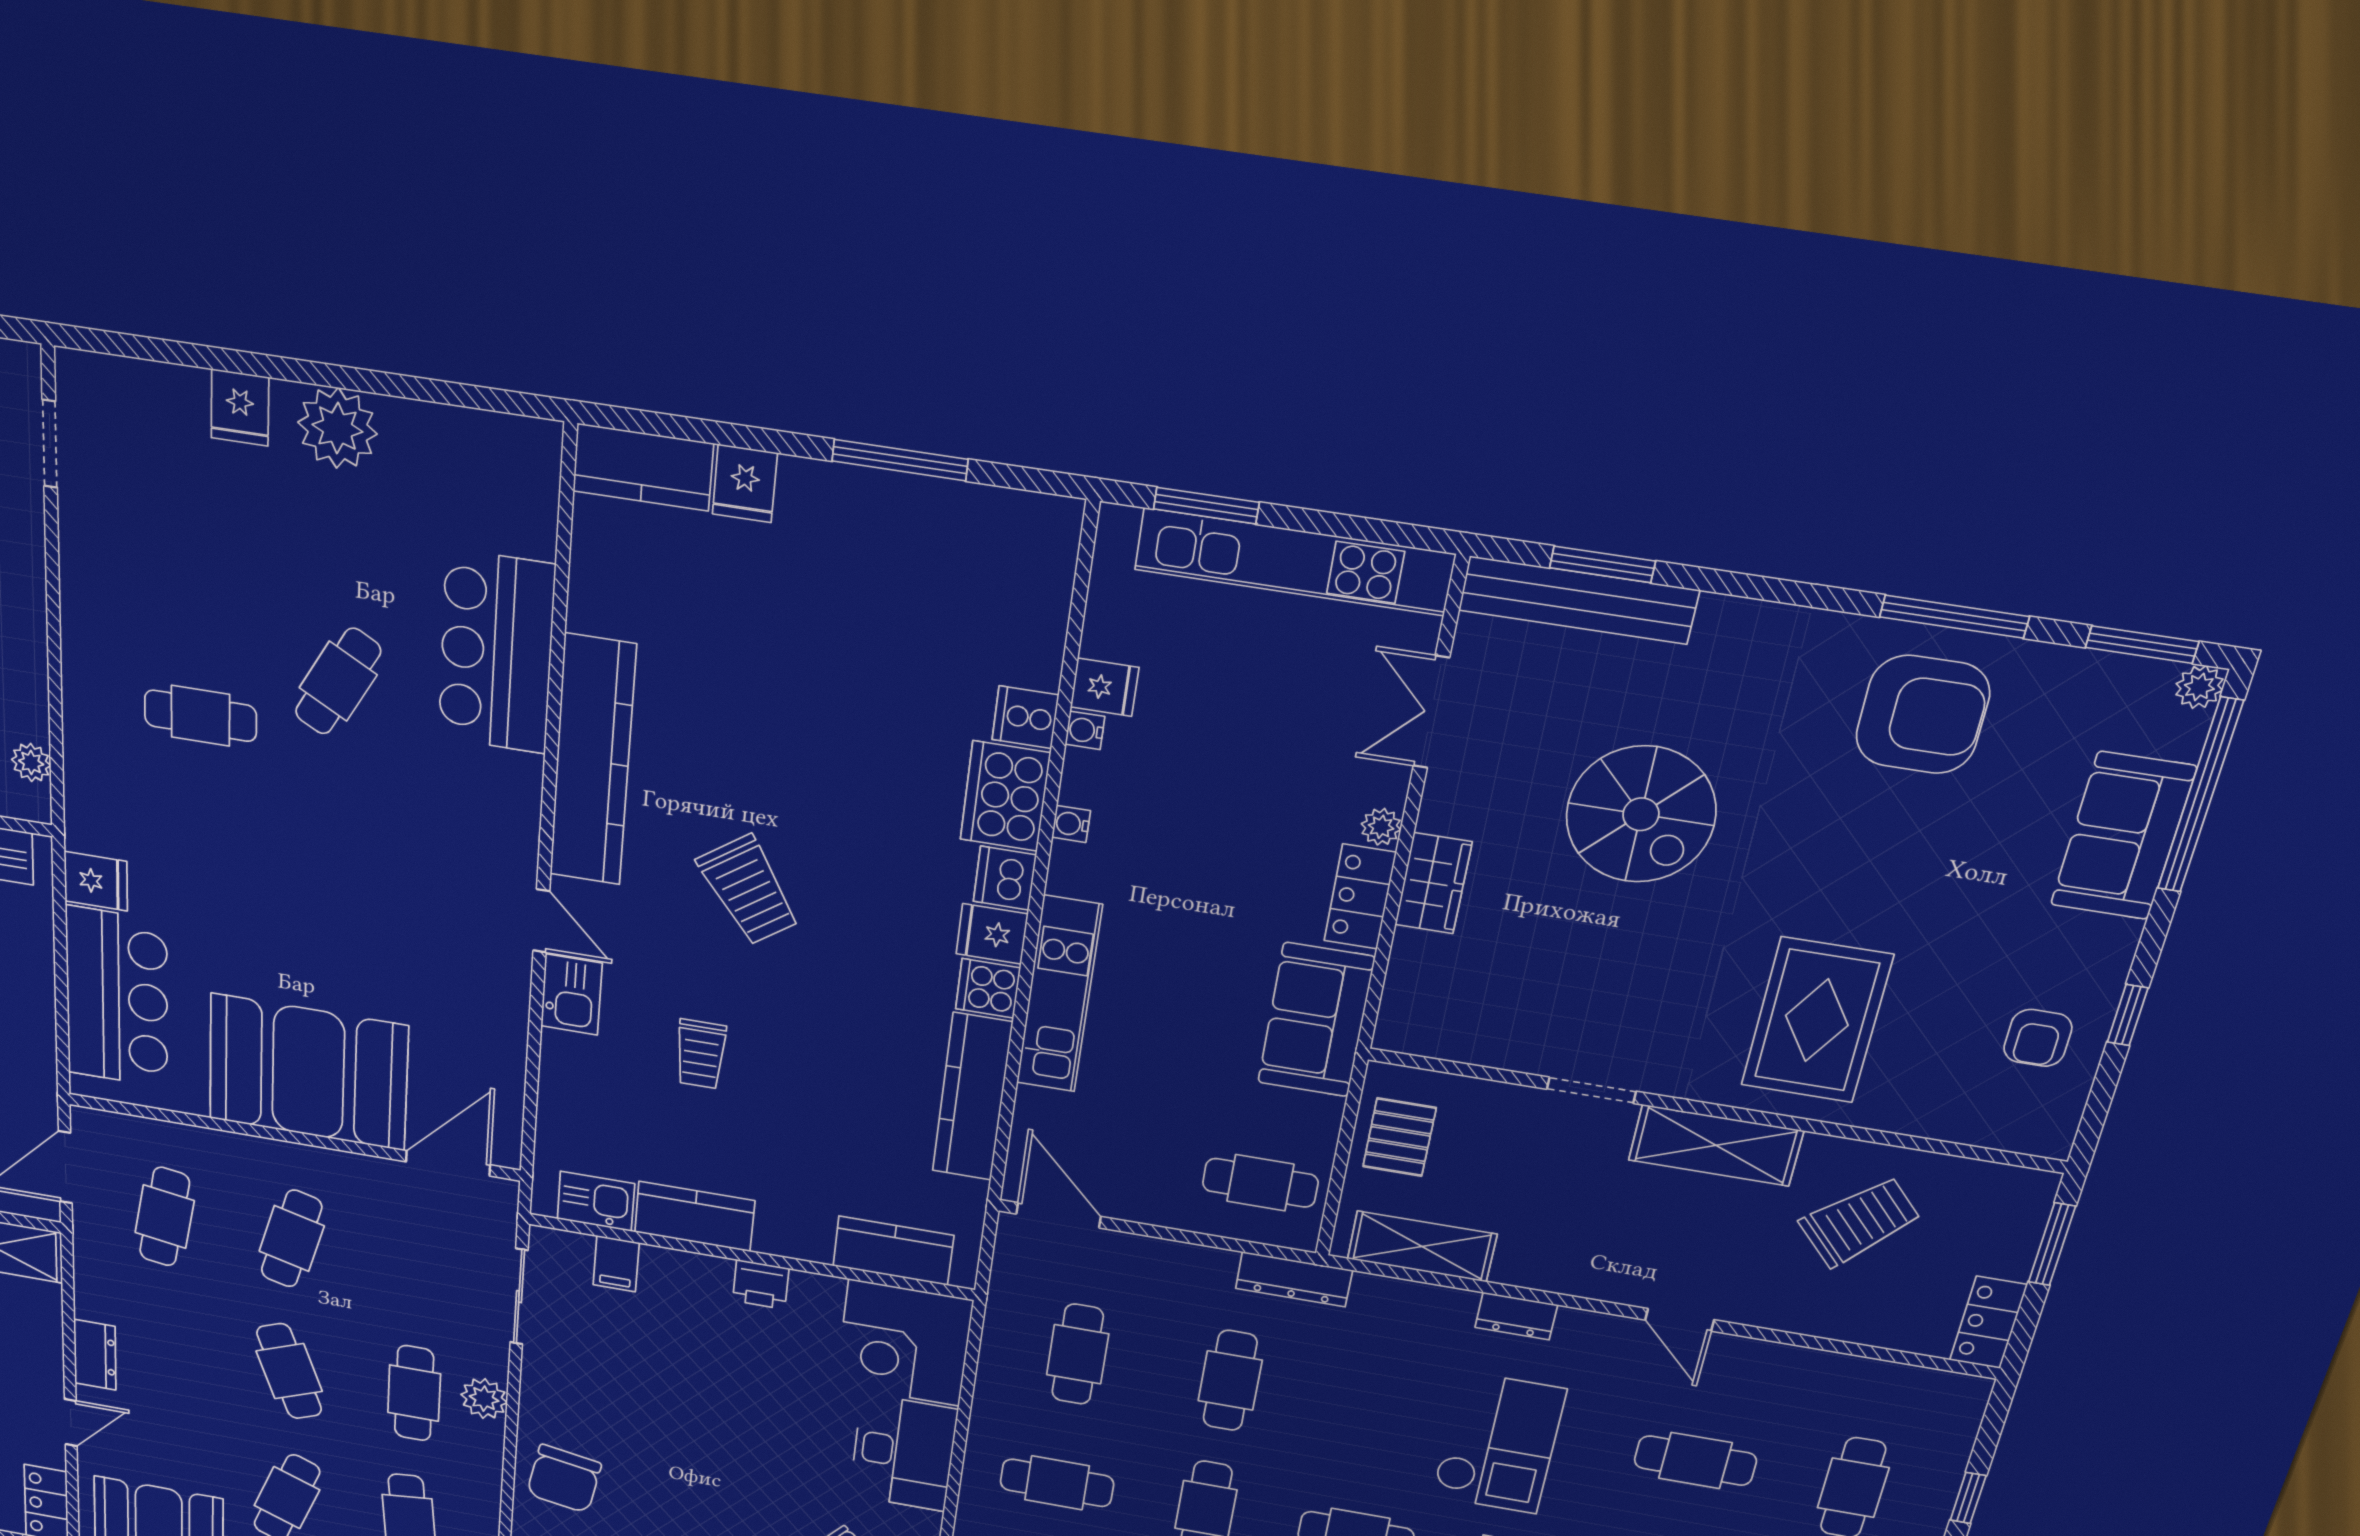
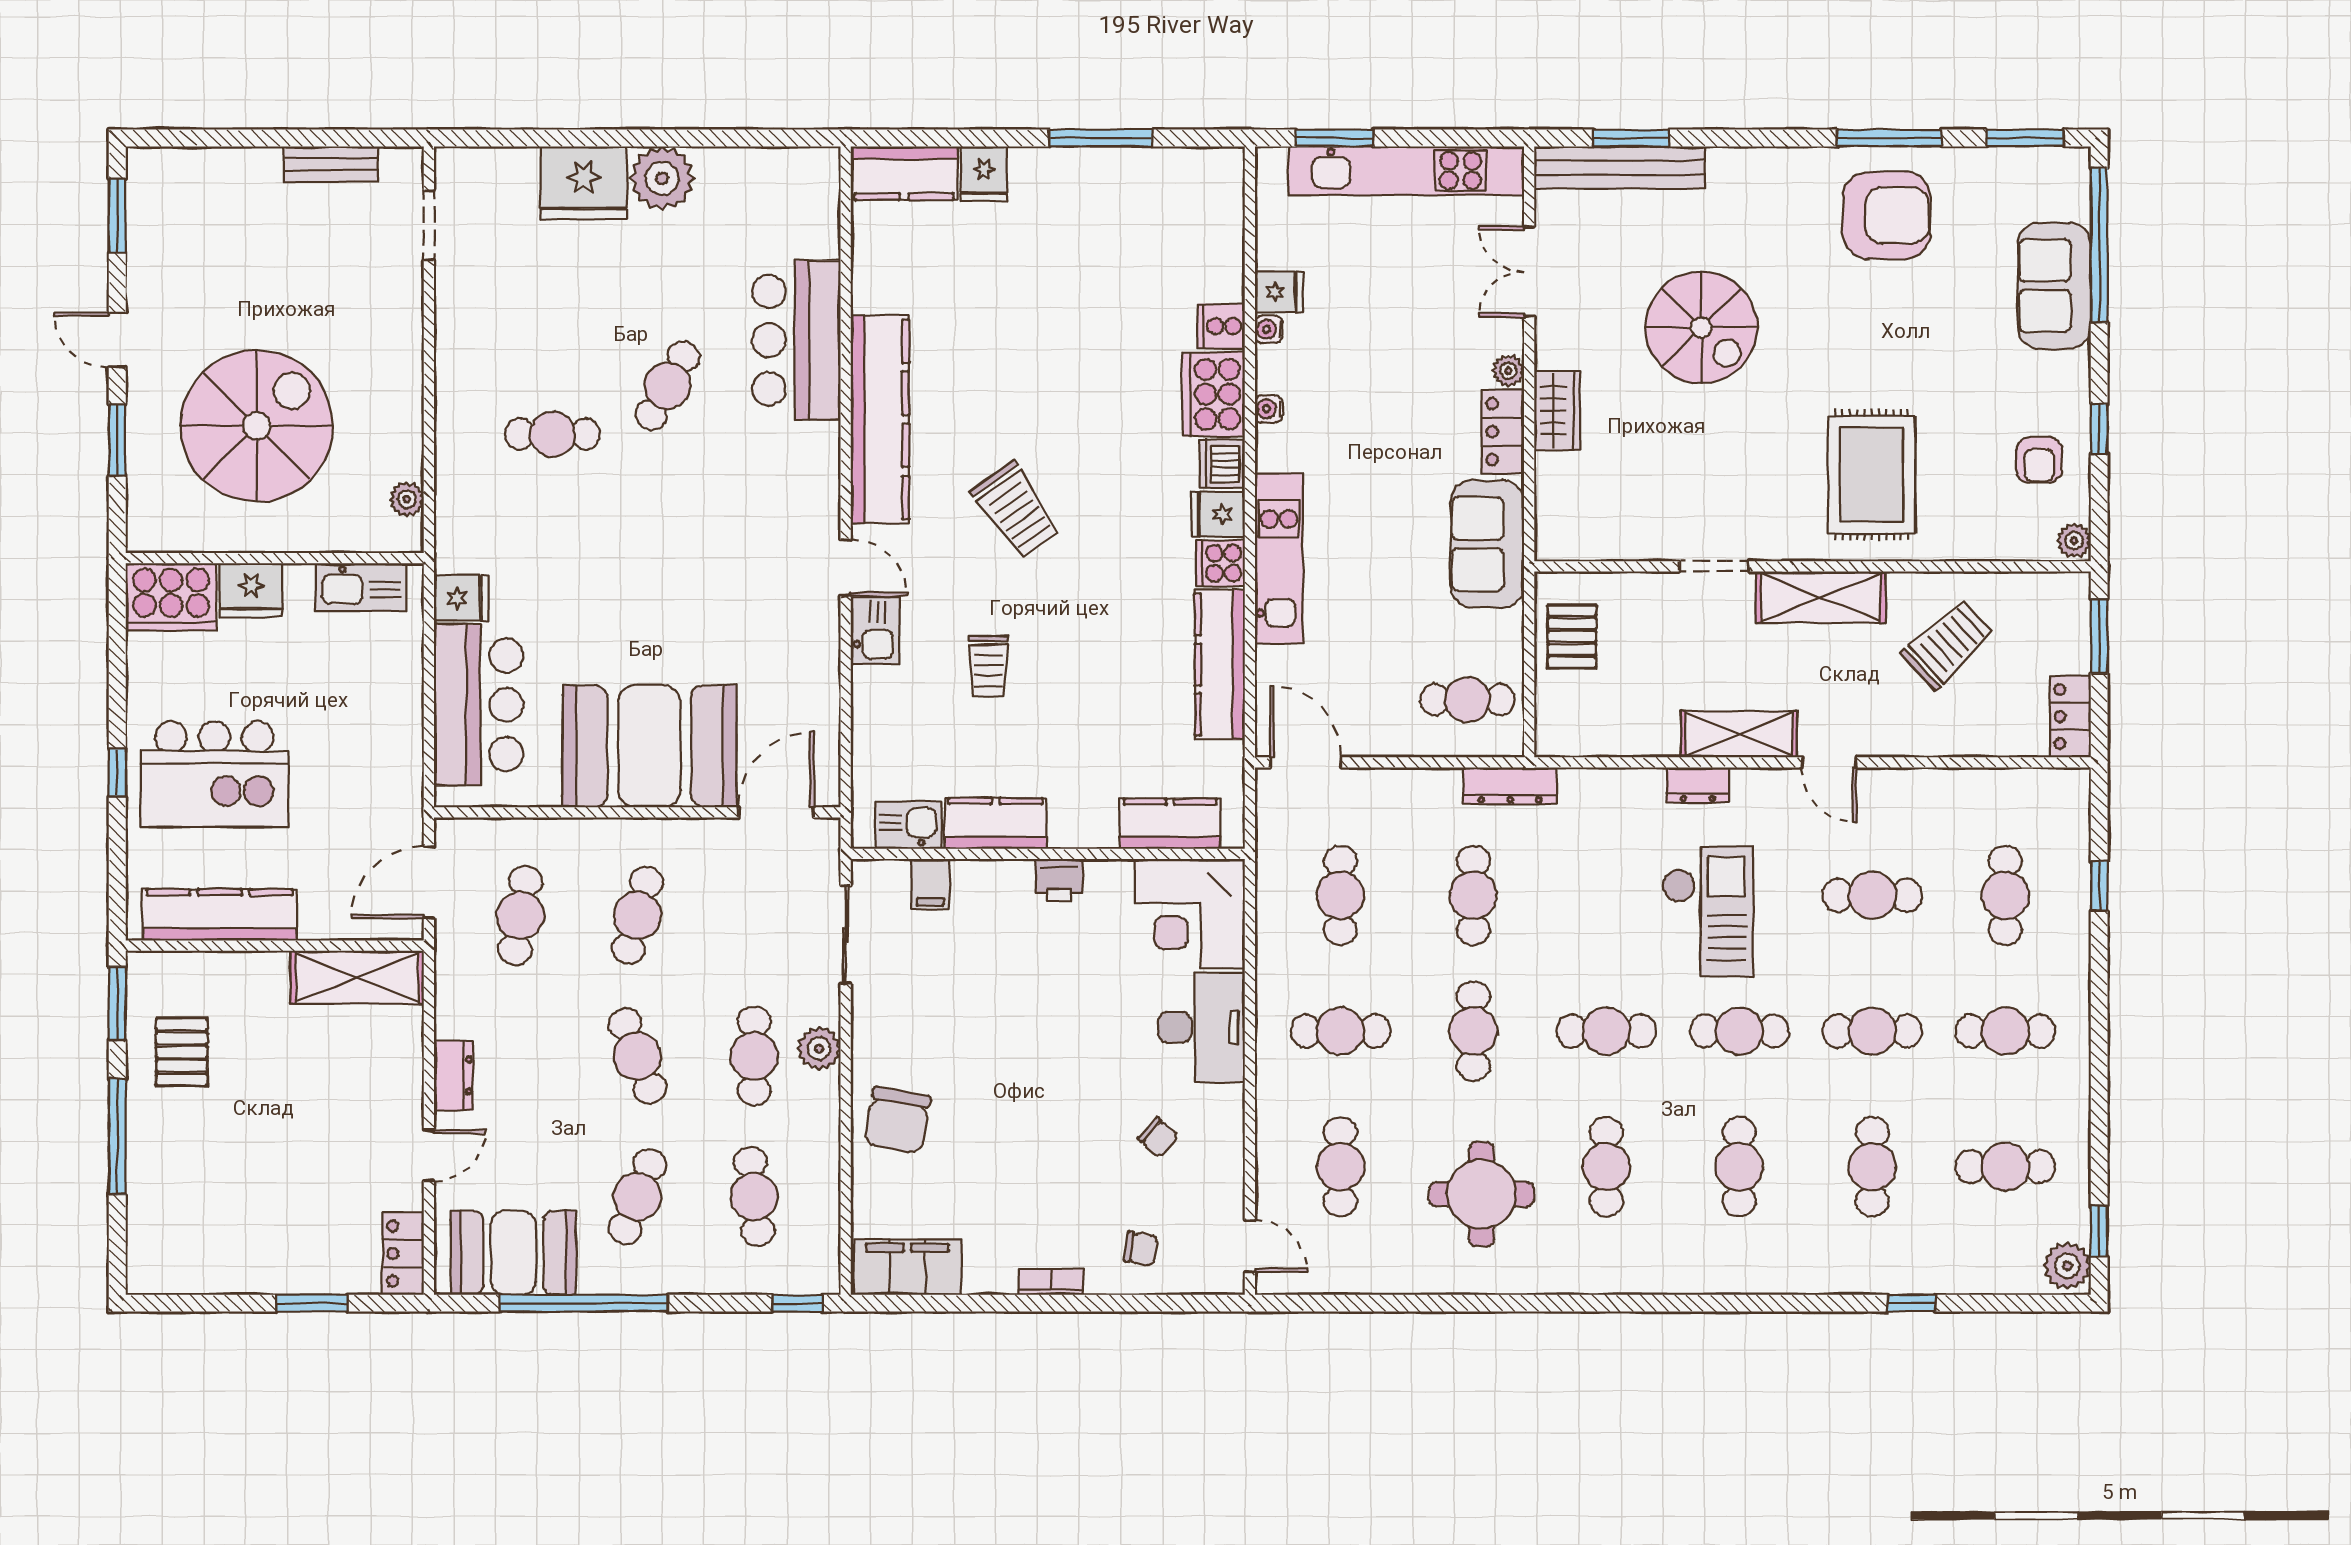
fridge: (240, 408) -> (584, 183), width x1.88, depth x1.34
plant: (2199, 687) -> (2074, 541), moved
shelving: (1422, 1246) -> (1739, 734), moved

